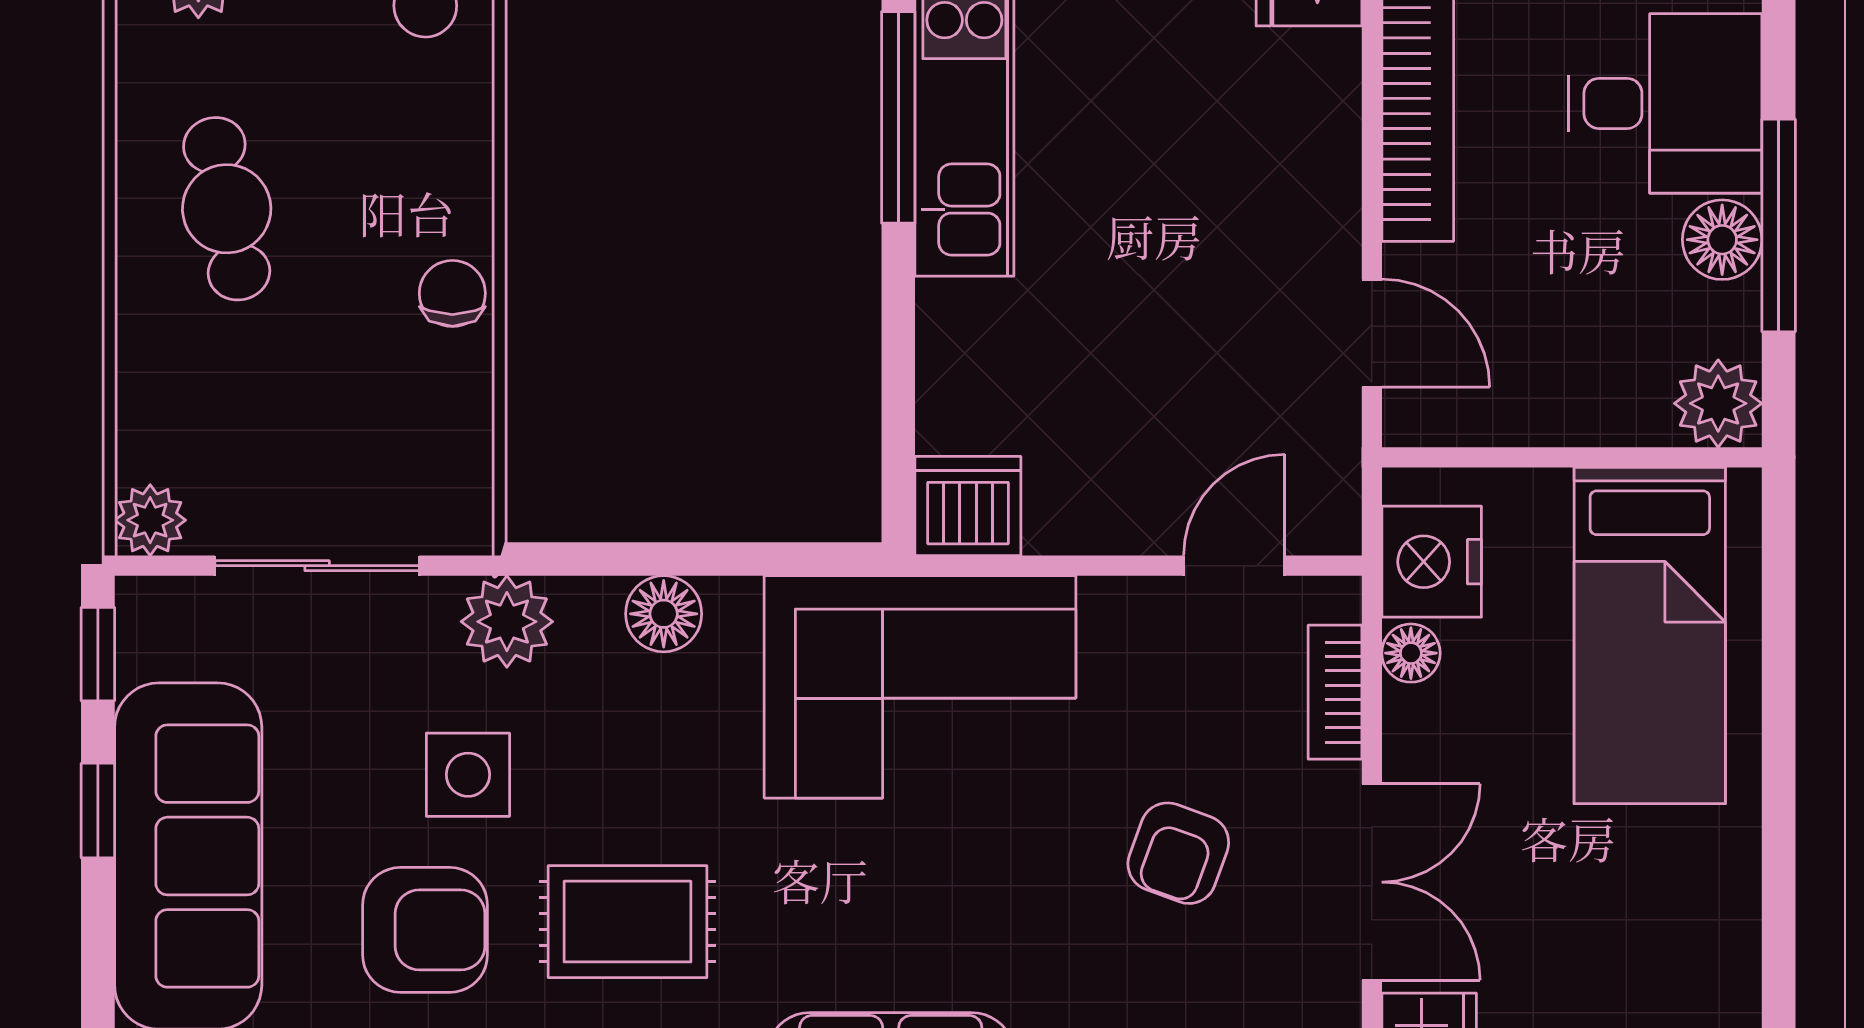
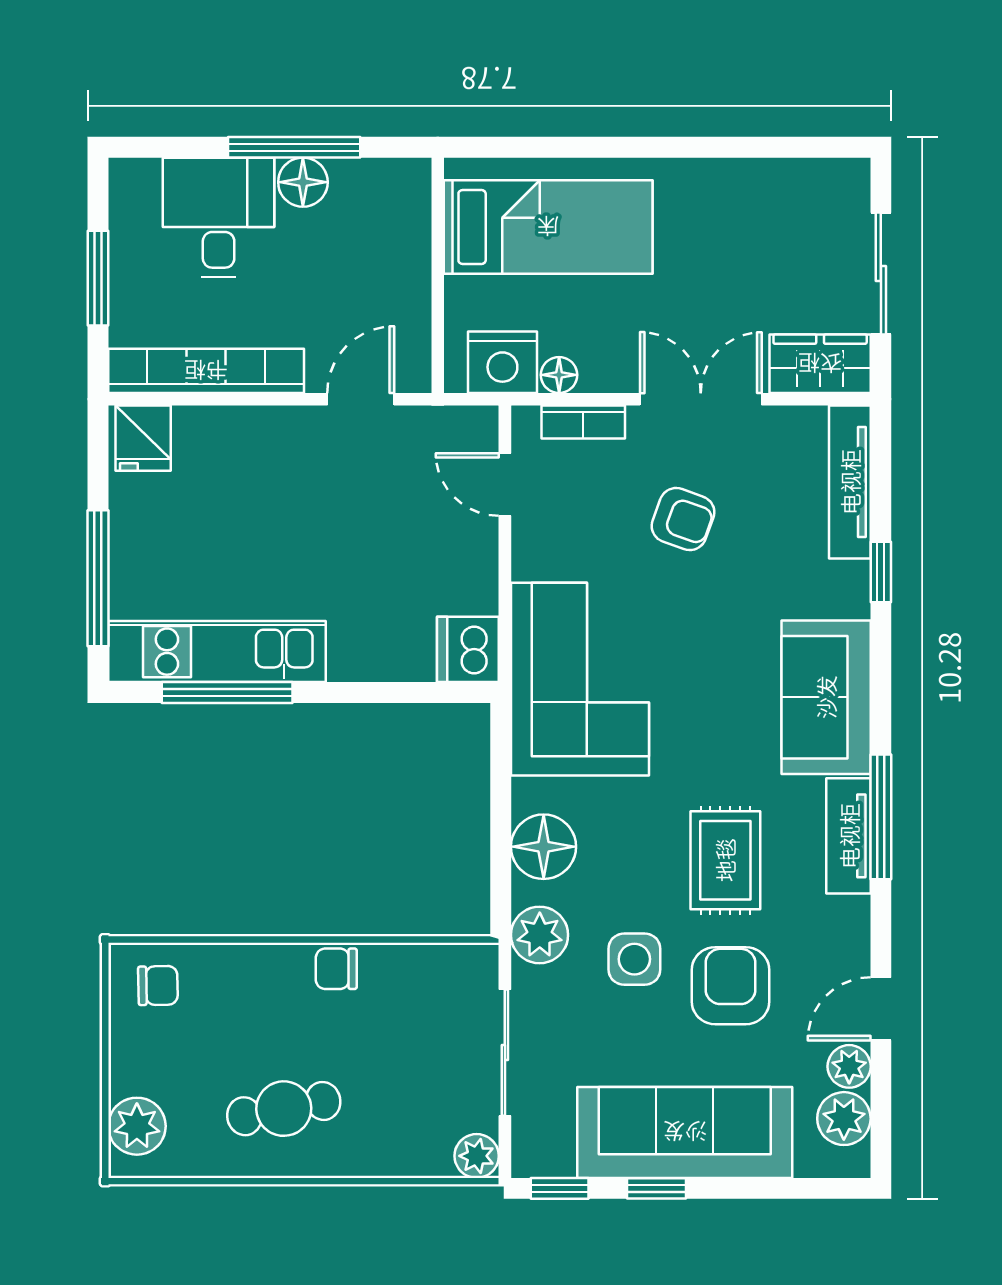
plant: (1718, 403) -> (404, 185), removed
floor lamp: (664, 614) -> (544, 847), width x1.38, depth x1.38

